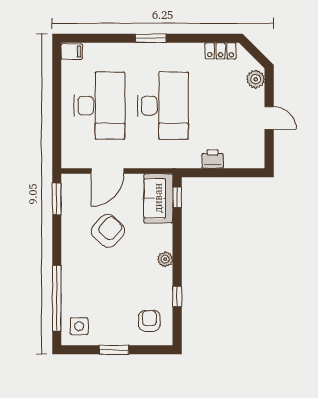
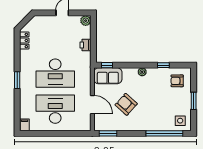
plant: (256, 79) -> (86, 21), moved
desk: (163, 106) -> (55, 73), turned 180

